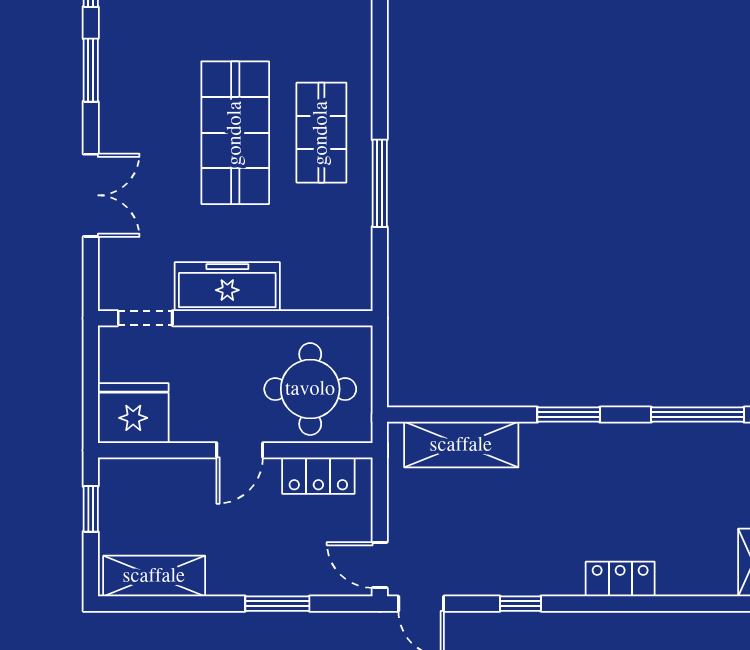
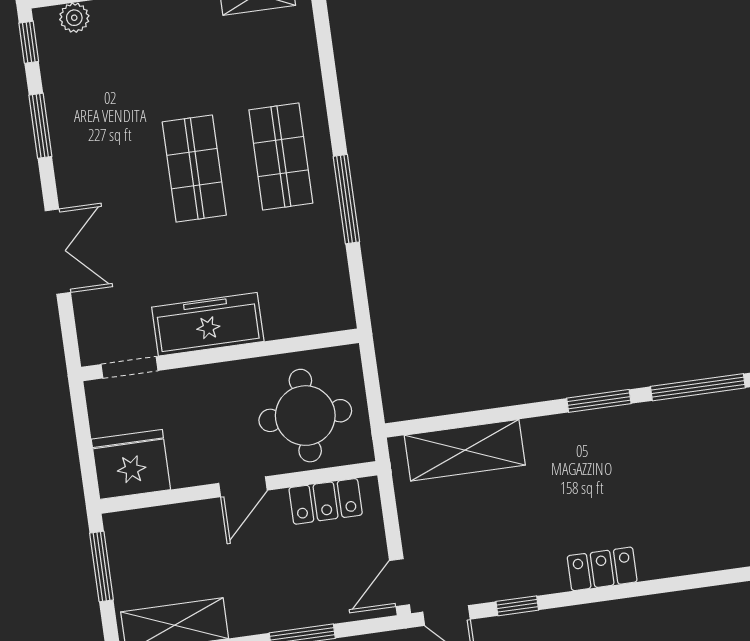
shop shelf: (235, 133) -> (194, 169), width x0.70, depth x0.74
window: (569, 415) -> (599, 401), moved
window: (91, 509) -> (102, 567), width x1.50
door: (380, 565) -> (400, 583), hinge flipped
locker: (620, 579) -> (602, 569), moved
window: (520, 604) -> (517, 606), moved

